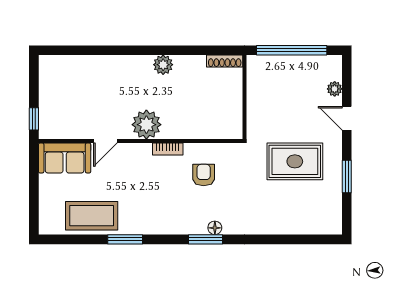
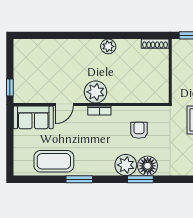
bookcase: (168, 149) -> (99, 111), moved
plant: (186, 221) -> (126, 165), added
floor lamp: (215, 228) -> (148, 166), width x1.89, depth x1.89

